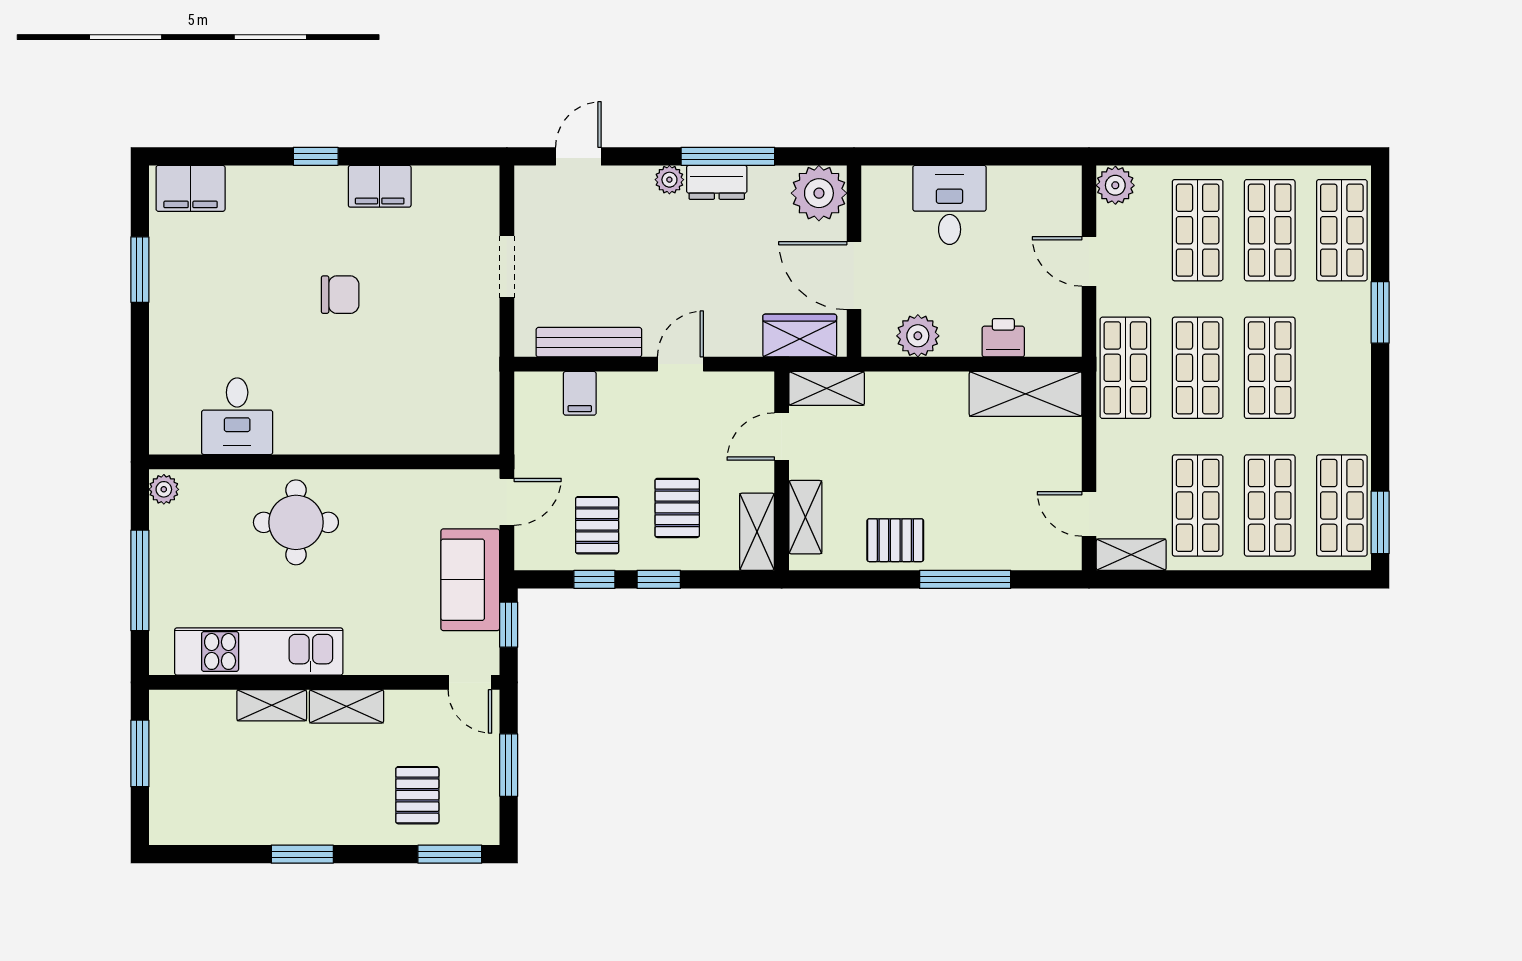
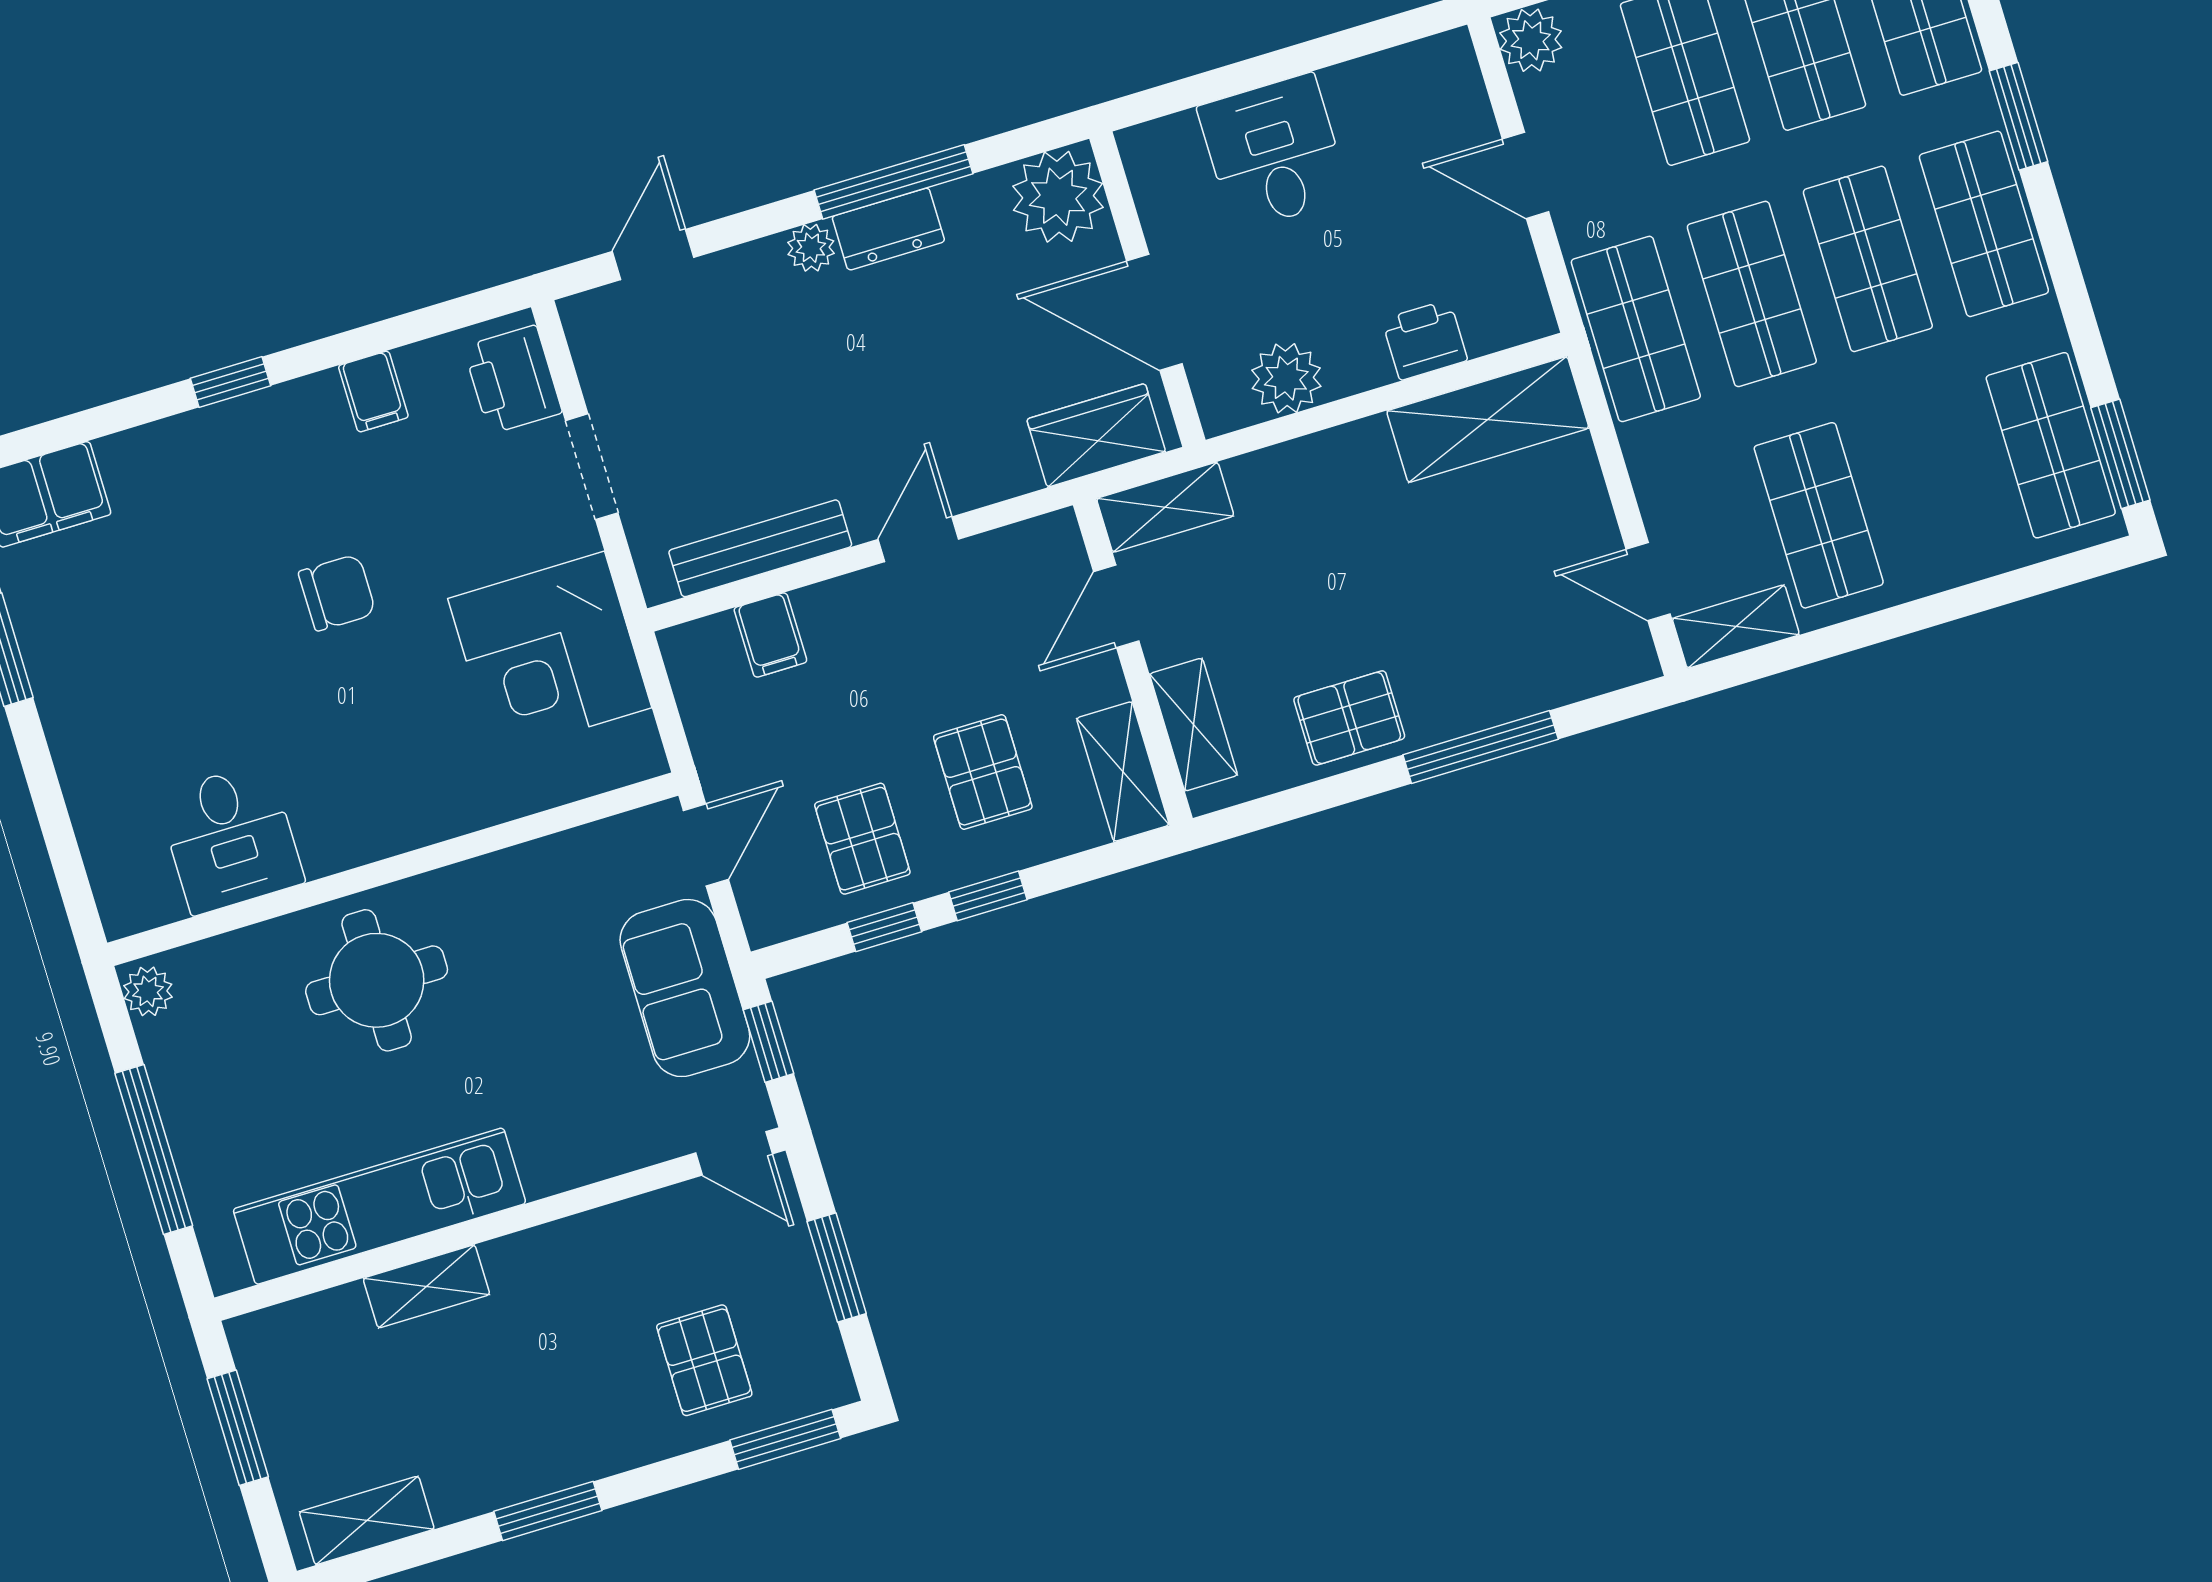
filing cabinet: (380, 186) -> (373, 392), width x0.50
printer: (477, 203) -> (513, 380), added
corner desk: (451, 366) -> (550, 653), added
shop shelf: (1270, 505) -> (1984, 224), moved
shelving: (347, 706) -> (367, 1520), moved

